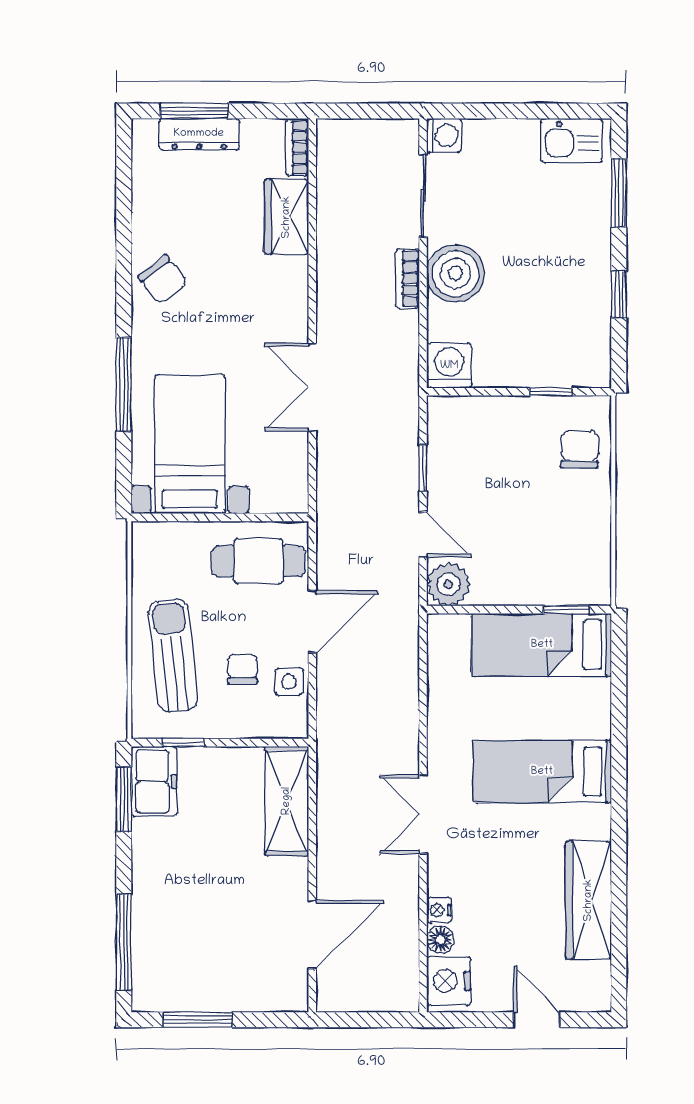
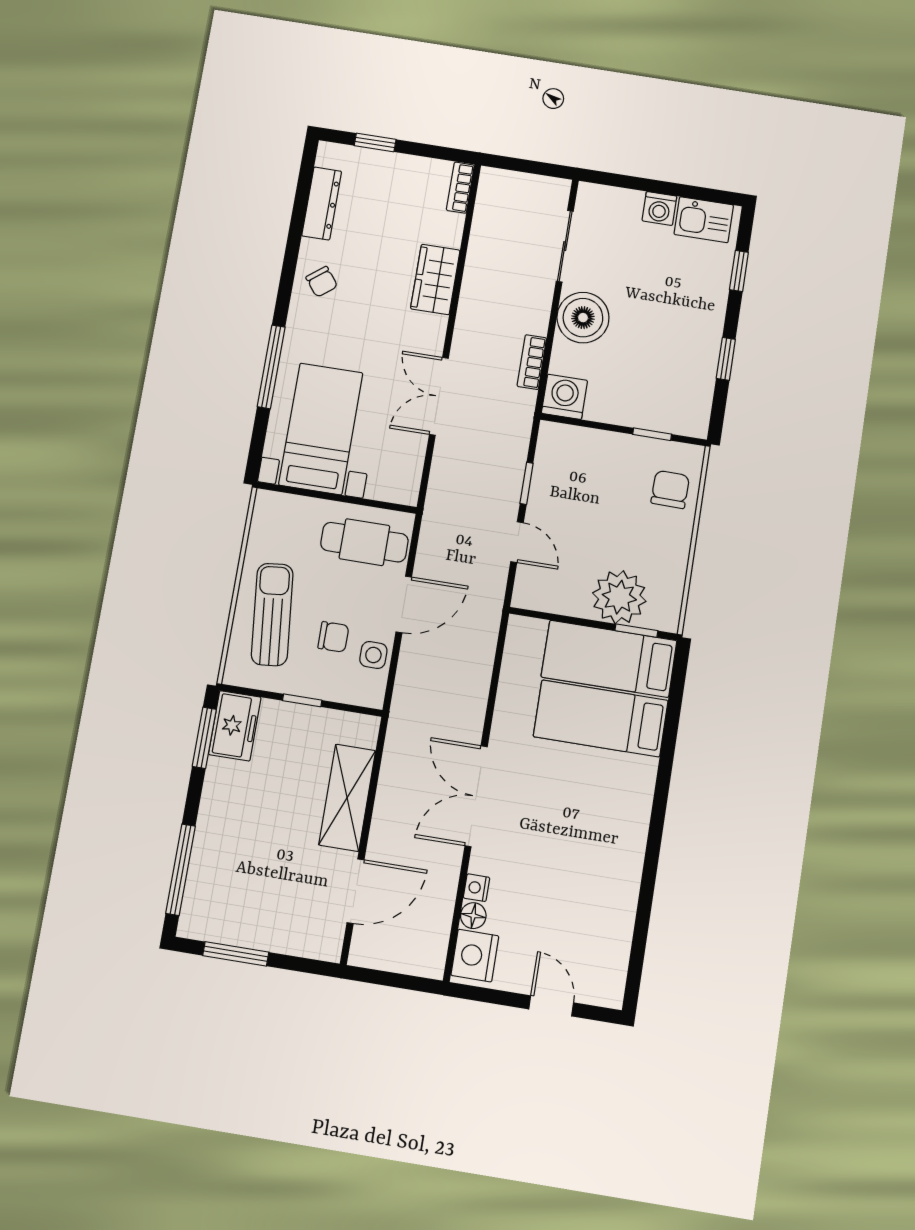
window: (194, 111) -> (375, 142), width x0.67
dresser: (199, 134) -> (322, 203), moved, turned -90
washing machine: (444, 136) -> (659, 208), moved, turned 90
window: (619, 193) -> (739, 271), width x0.67
wardrobe: (287, 217) -> (435, 280), moved
bookcase: (407, 279) -> (532, 362), moved
chair: (163, 280) -> (322, 282), width x0.73, depth x0.73
plant: (448, 584) -> (619, 597), moved, width x1.36, depth x1.36
chair: (243, 669) -> (333, 637), turned 90
window: (183, 743) -> (302, 700), moved
bed: (542, 772) -> (601, 718), moved
shelving: (287, 801) -> (347, 798), moved
double door: (423, 814) -> (476, 796), width x1.37
wardrobe: (589, 900) -> (616, 901), removed

